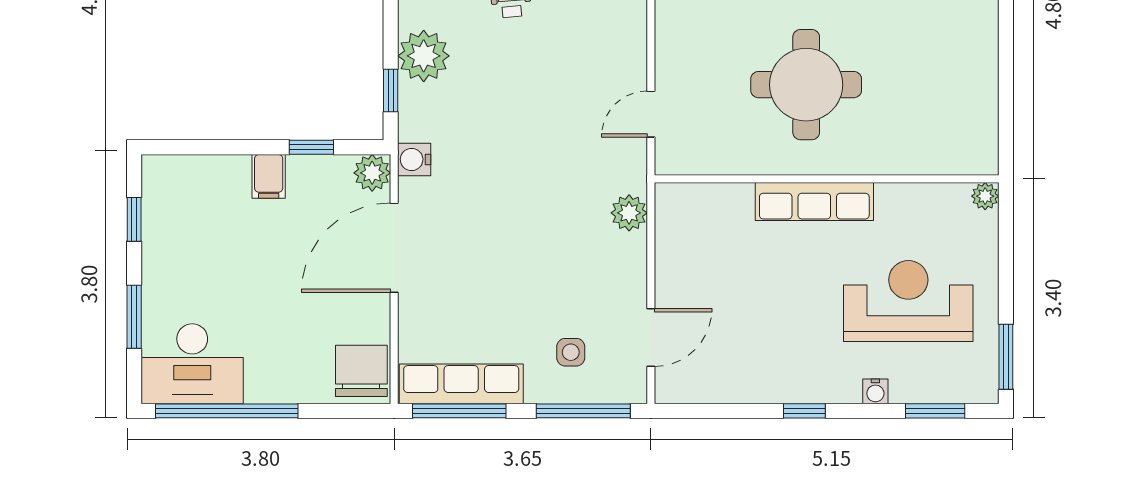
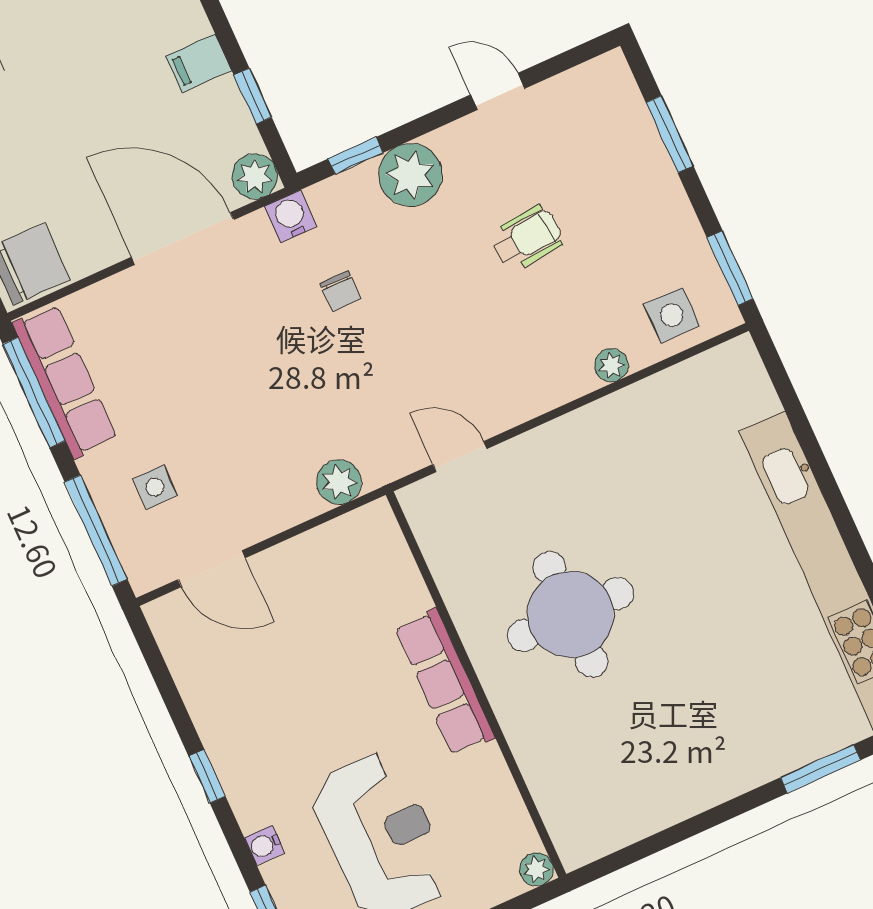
chair: (487, 147) -> (341, 291), added

